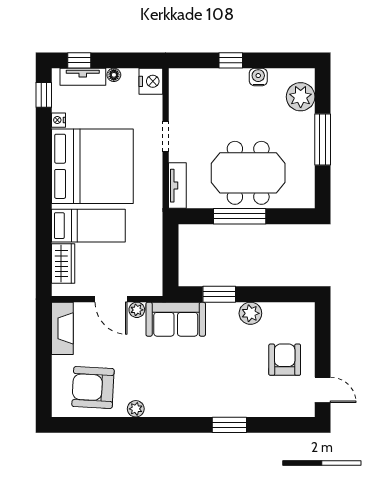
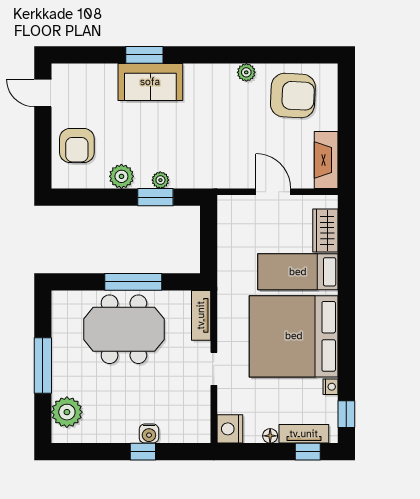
water cooler: (258, 77) -> (149, 434), moved
plant: (137, 310) -> (160, 180), moved
sofa: (176, 319) -> (150, 82), moved, turned 180
armchair: (285, 360) -> (77, 146), moved

